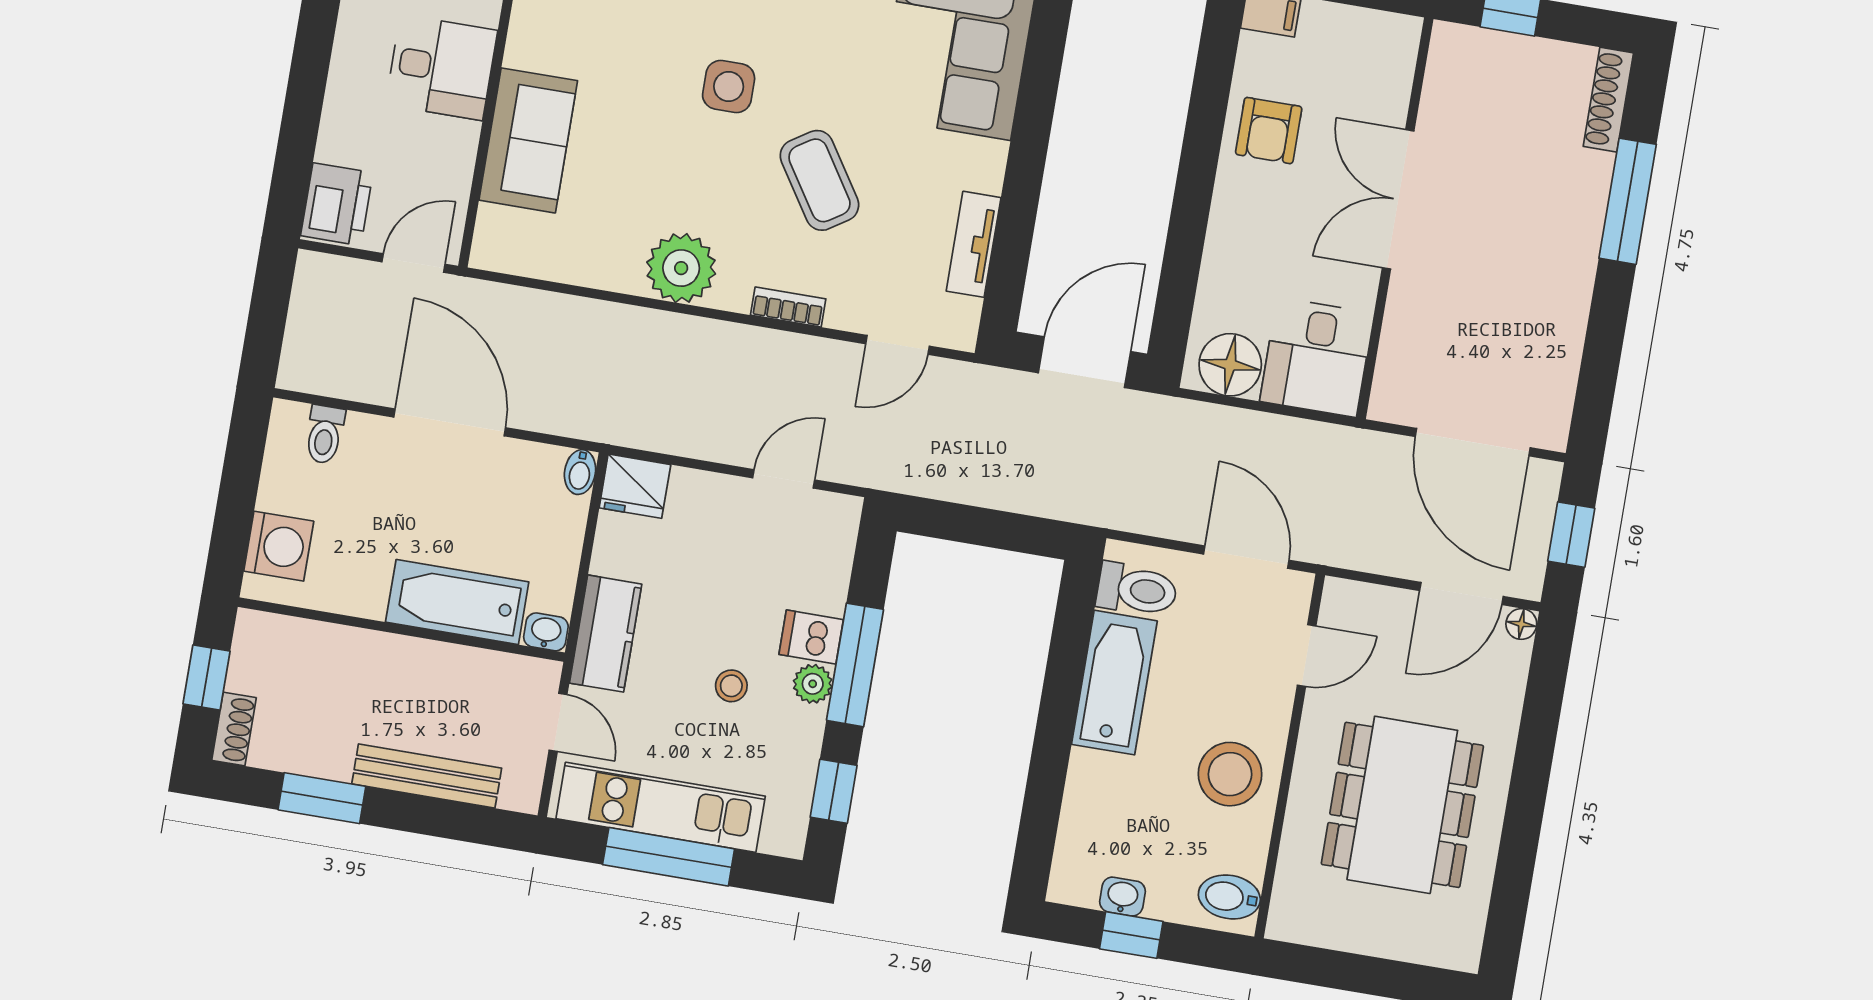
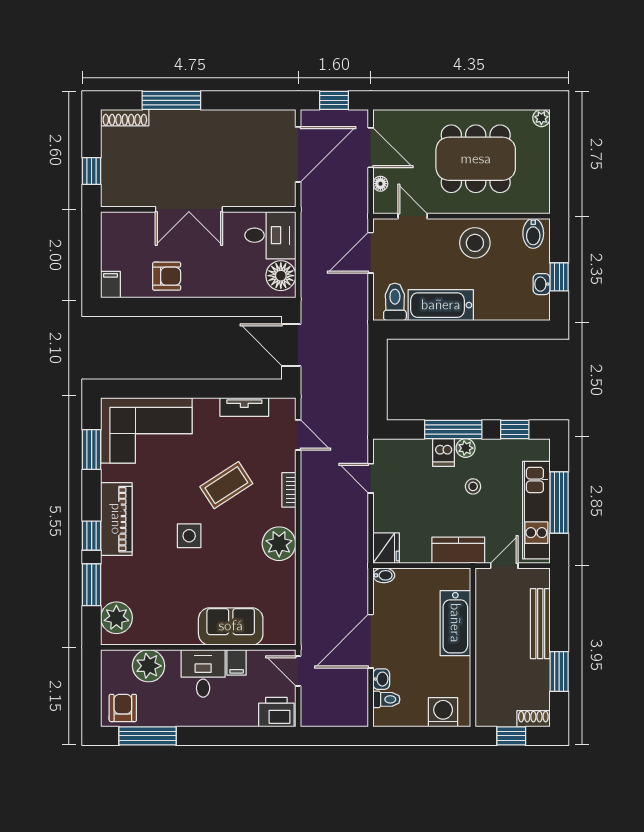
filing cabinet: (452, 140) -> (237, 662), added
floor lamp: (1521, 624) -> (380, 184), moved
washbasin: (546, 632) -> (381, 679), moved, turned 180
plant: (1463, 954) -> (541, 118), added

